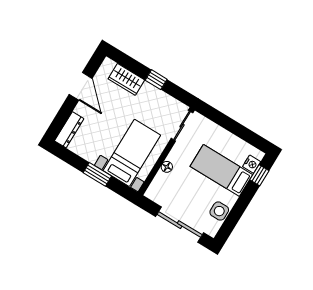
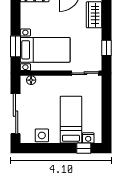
window: (156, 80) -> (106, 48), moved
floor lamp: (167, 167) -> (31, 80), moved
window: (97, 174) -> (16, 46), moved

